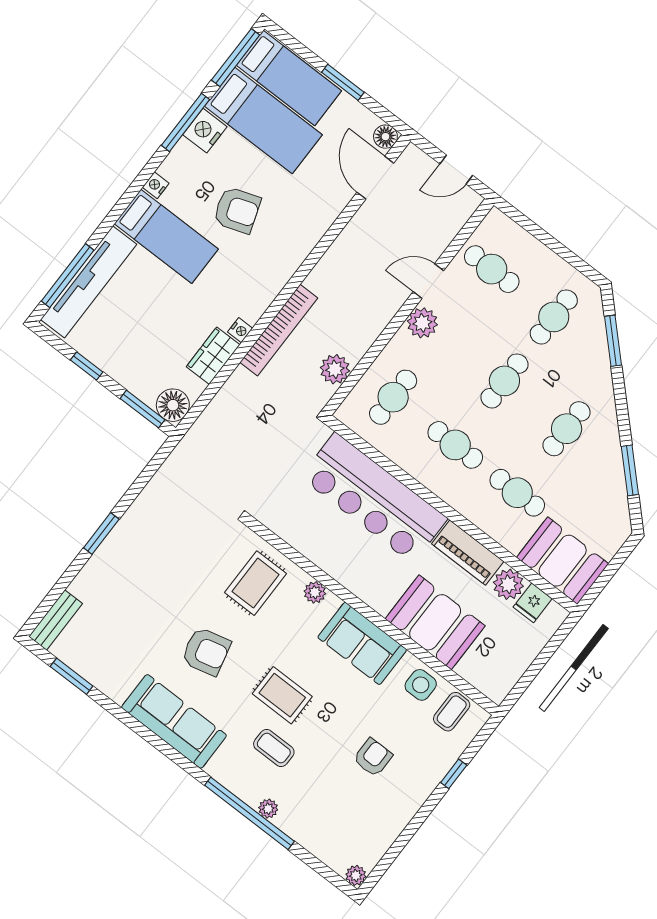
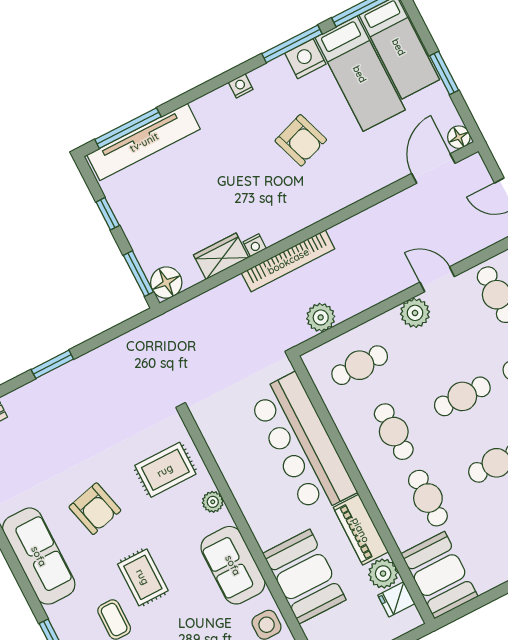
bed: (166, 236) -> (229, 134), removed

